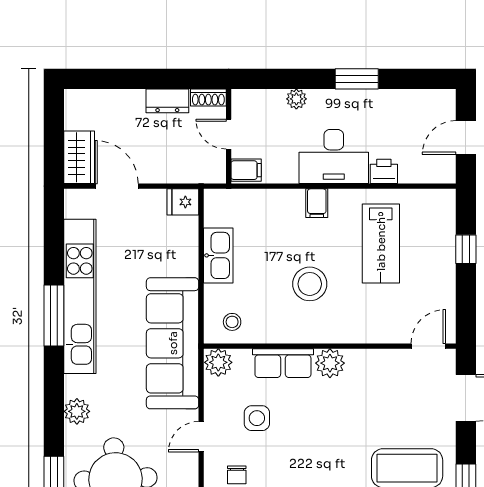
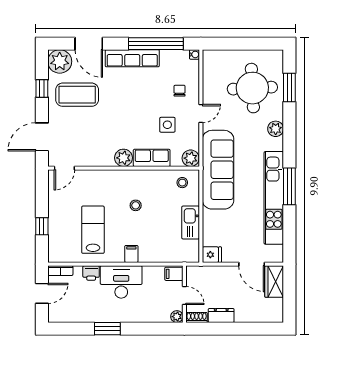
plant: (296, 99) -> (177, 317), moved
bookcase: (435, 175) -> (60, 271), added
stool: (310, 284) -> (136, 205), width x0.53, depth x0.53

